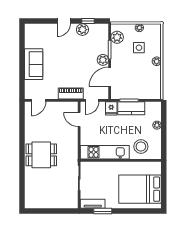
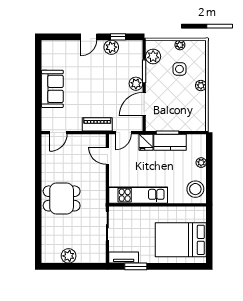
stool: (141, 147) -> (195, 189), moved
plant: (47, 202) -> (69, 256), added

